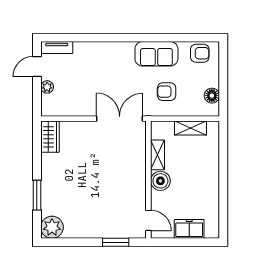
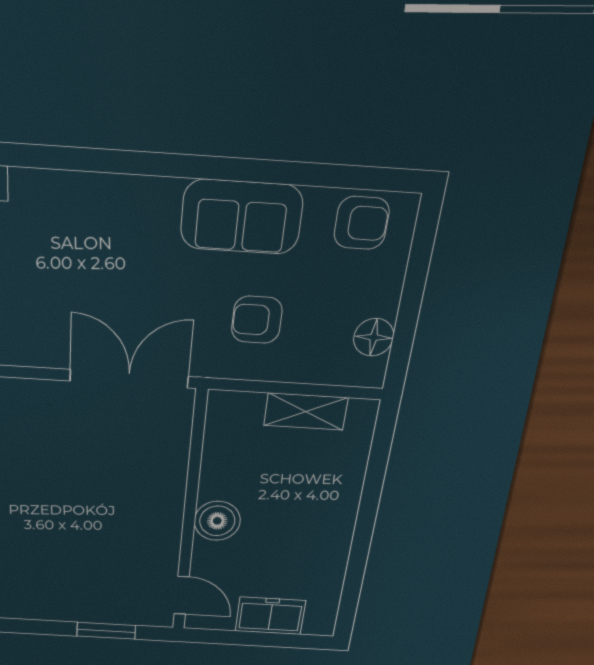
shelving: (157, 155) -> (216, 466), removed

